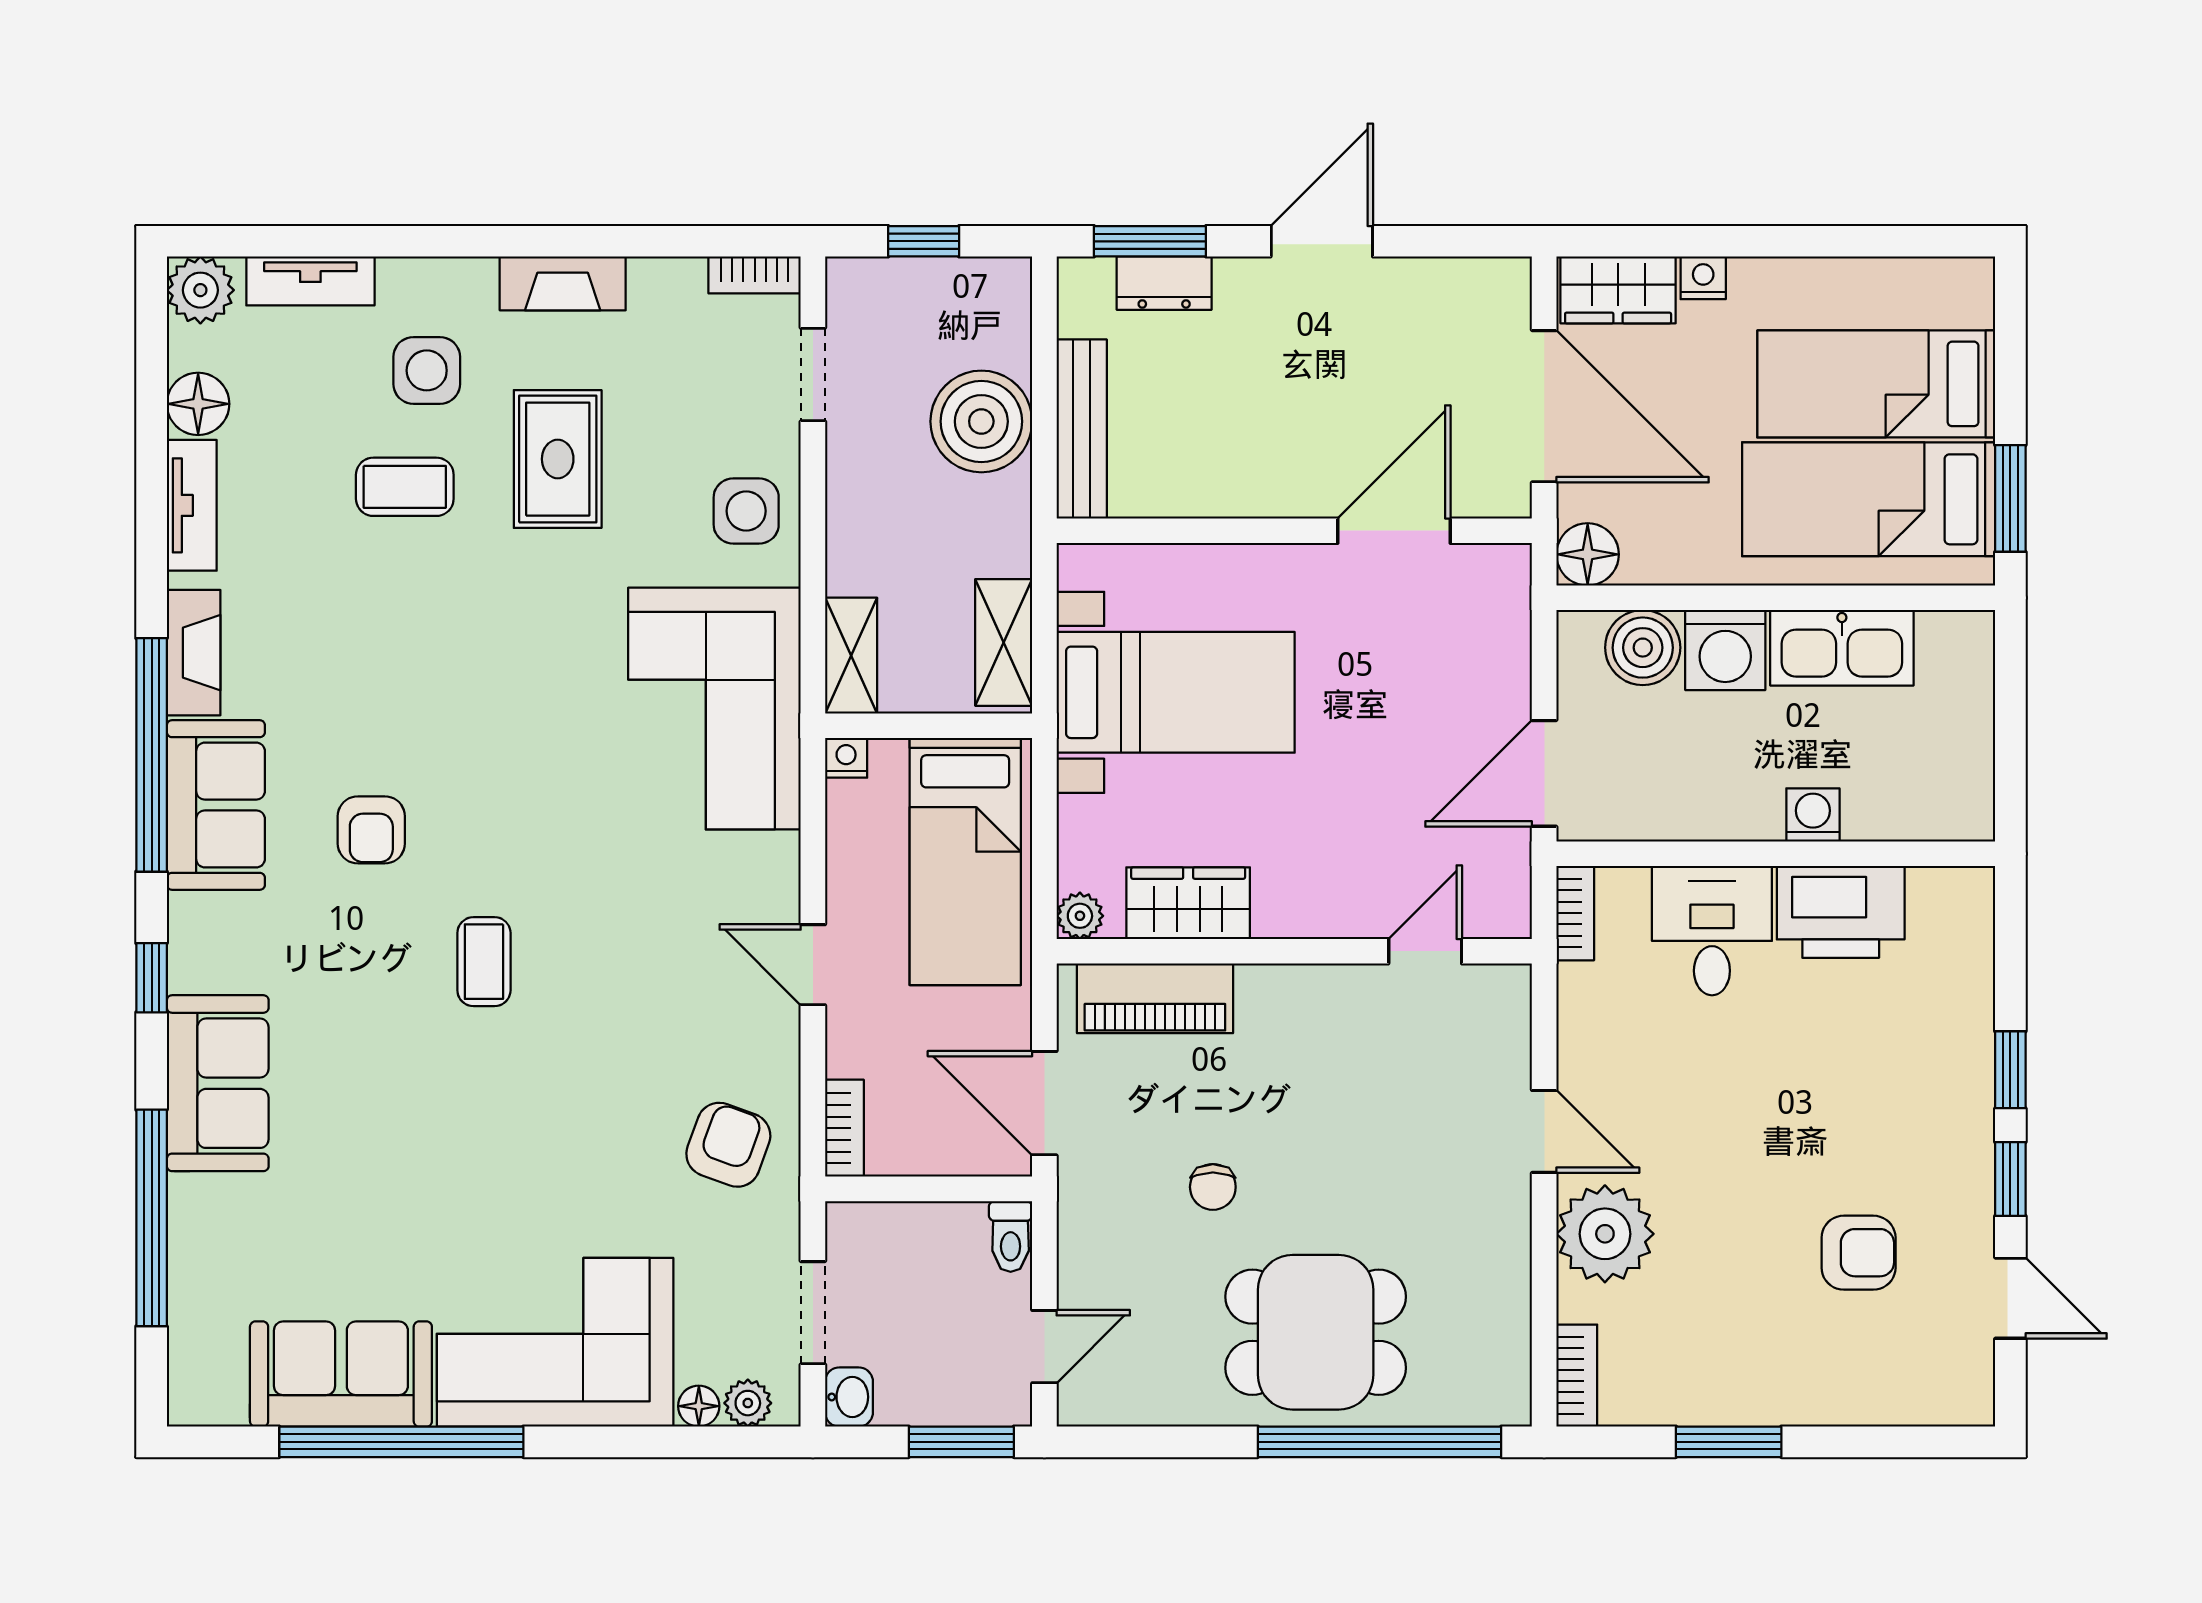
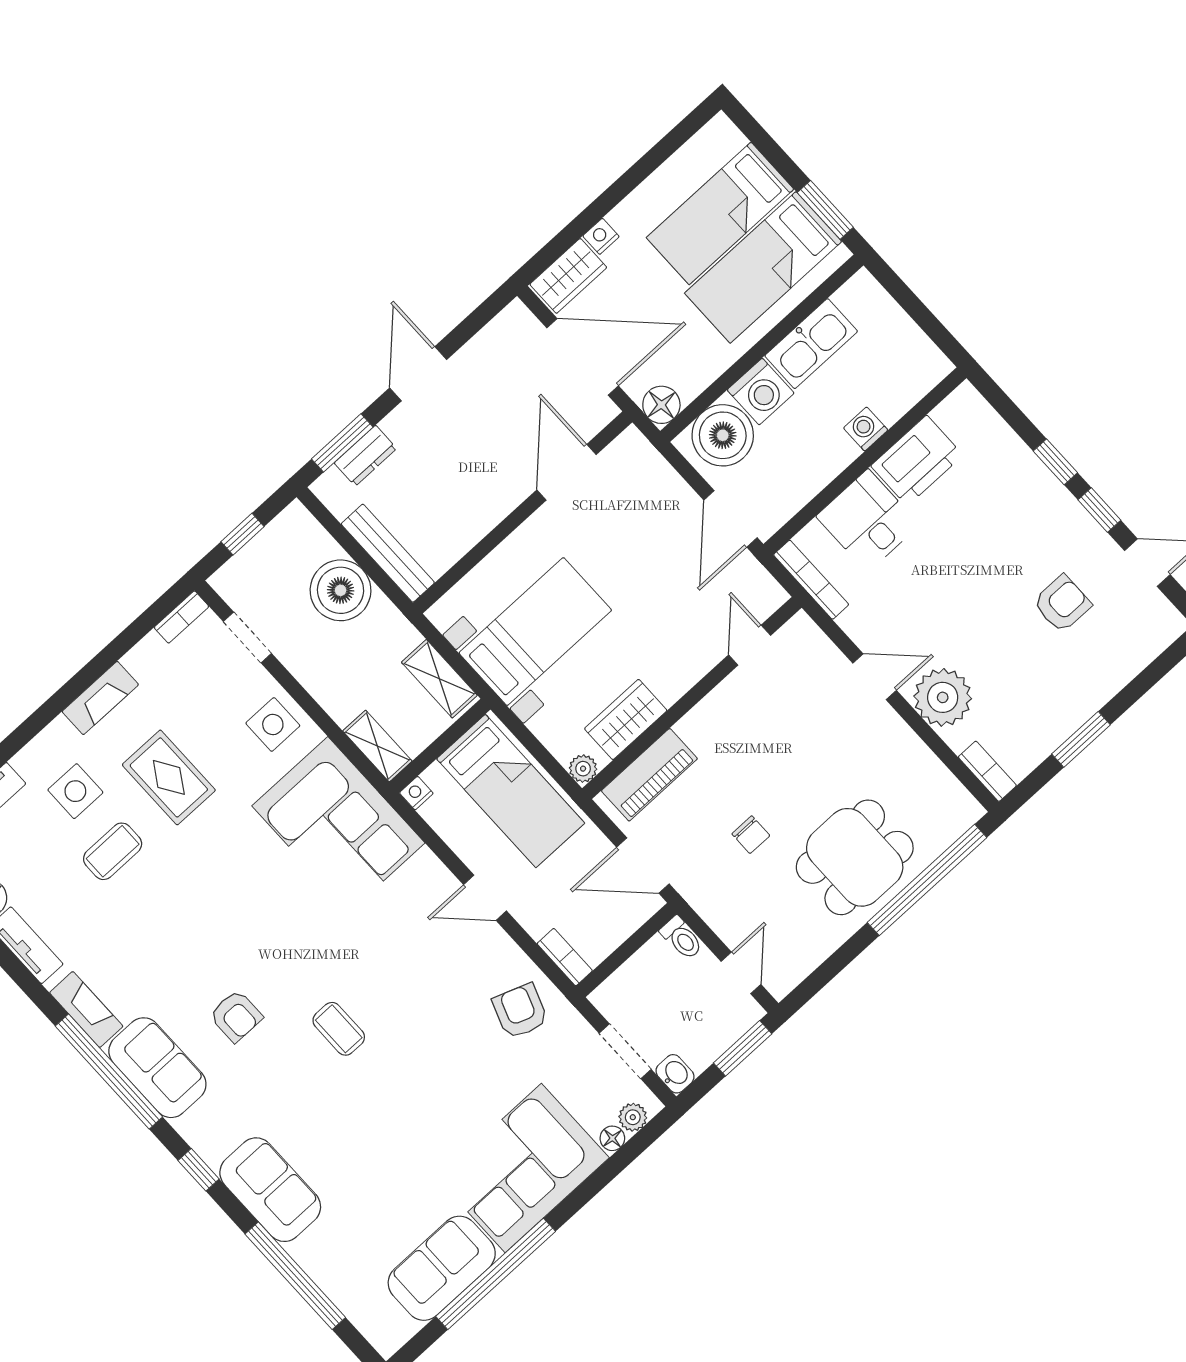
boiler: (1643, 648) -> (723, 435), width x1.37, depth x1.37
bookcase: (1575, 913) -> (811, 580), width x1.56

